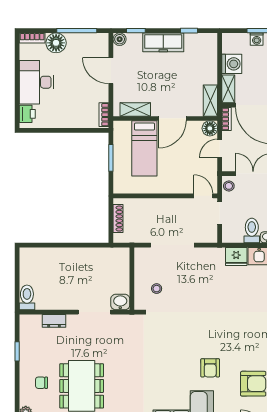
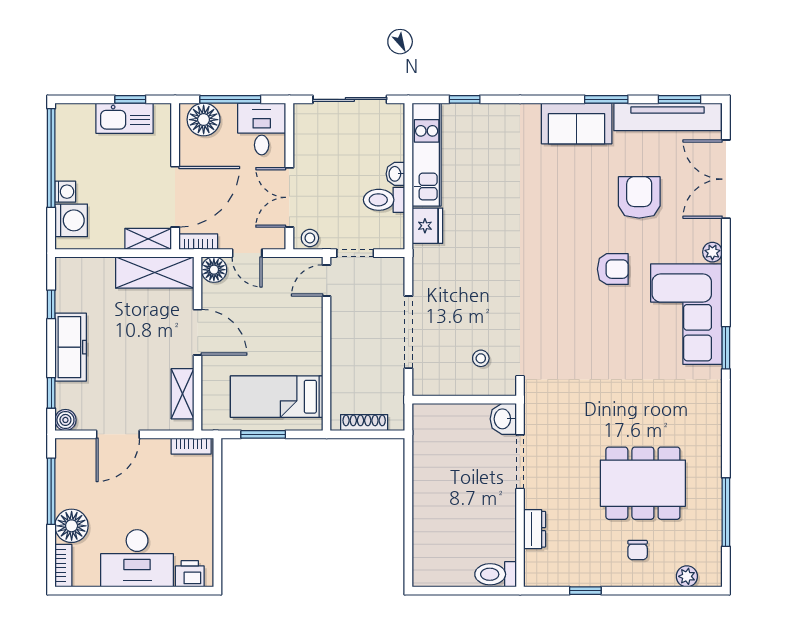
washing machine: (232, 64) -> (71, 220), moved, turned 90
shelving: (210, 101) -> (155, 273), width x1.50, depth x1.33
bed: (144, 148) -> (277, 397), moved, turned 180

